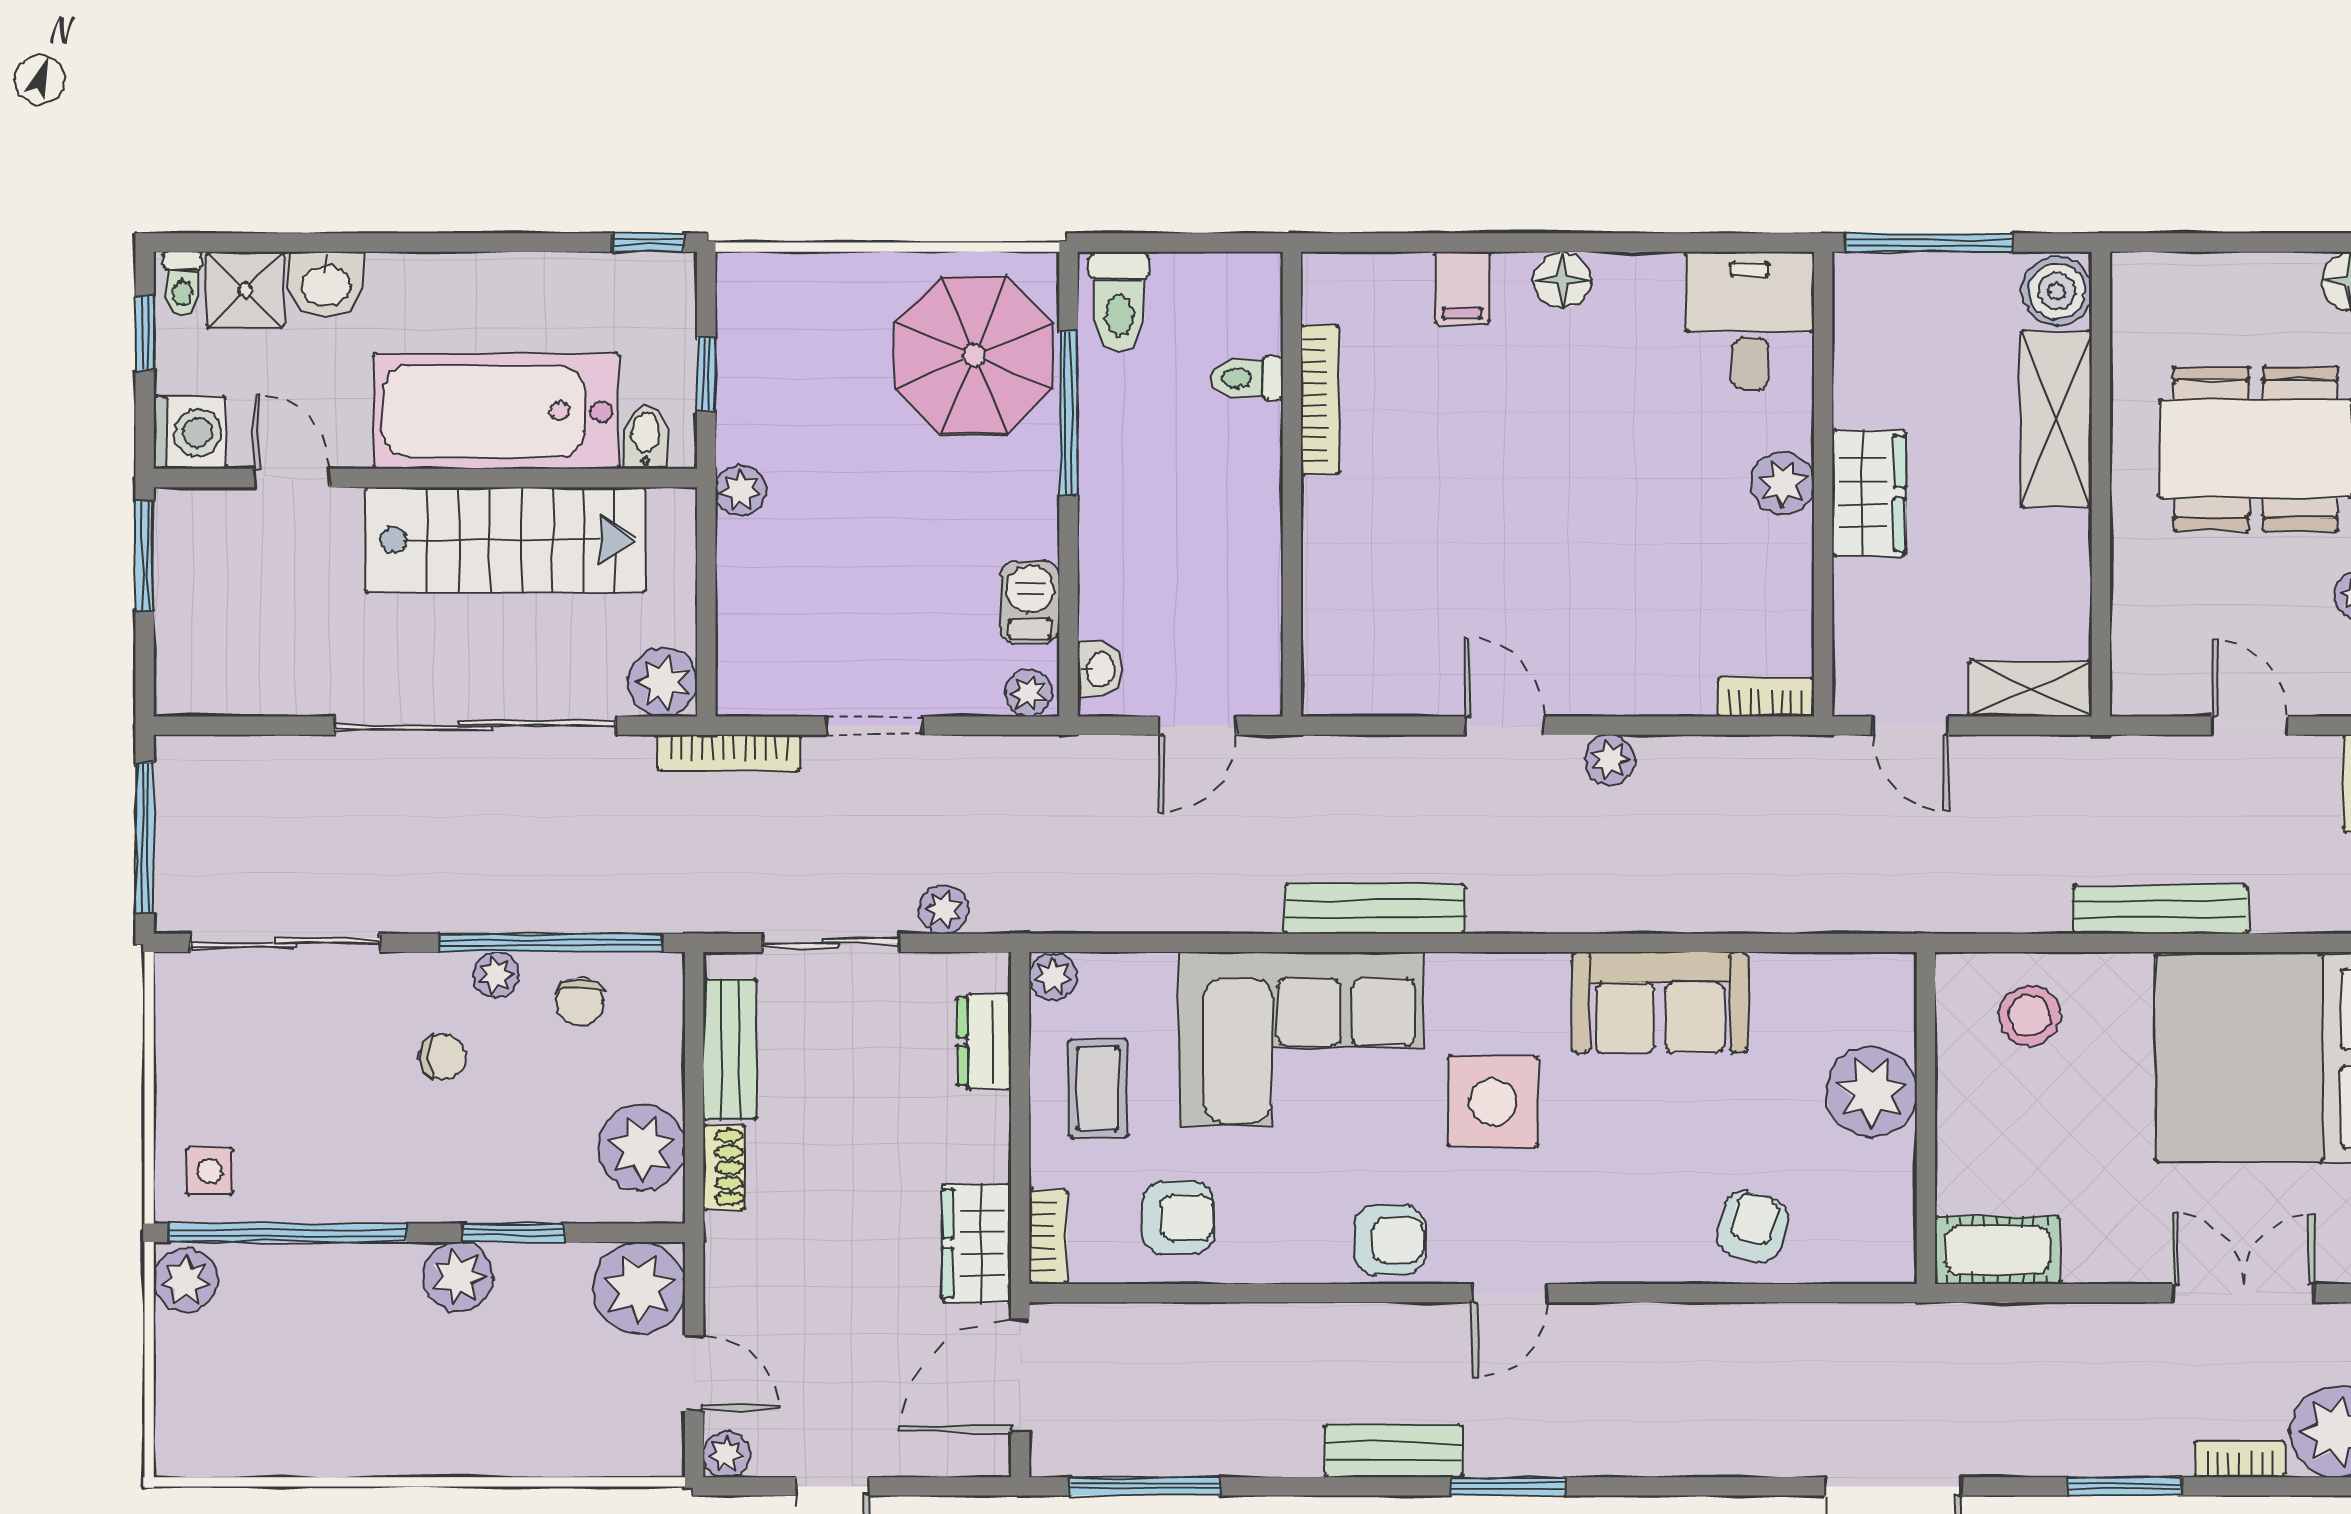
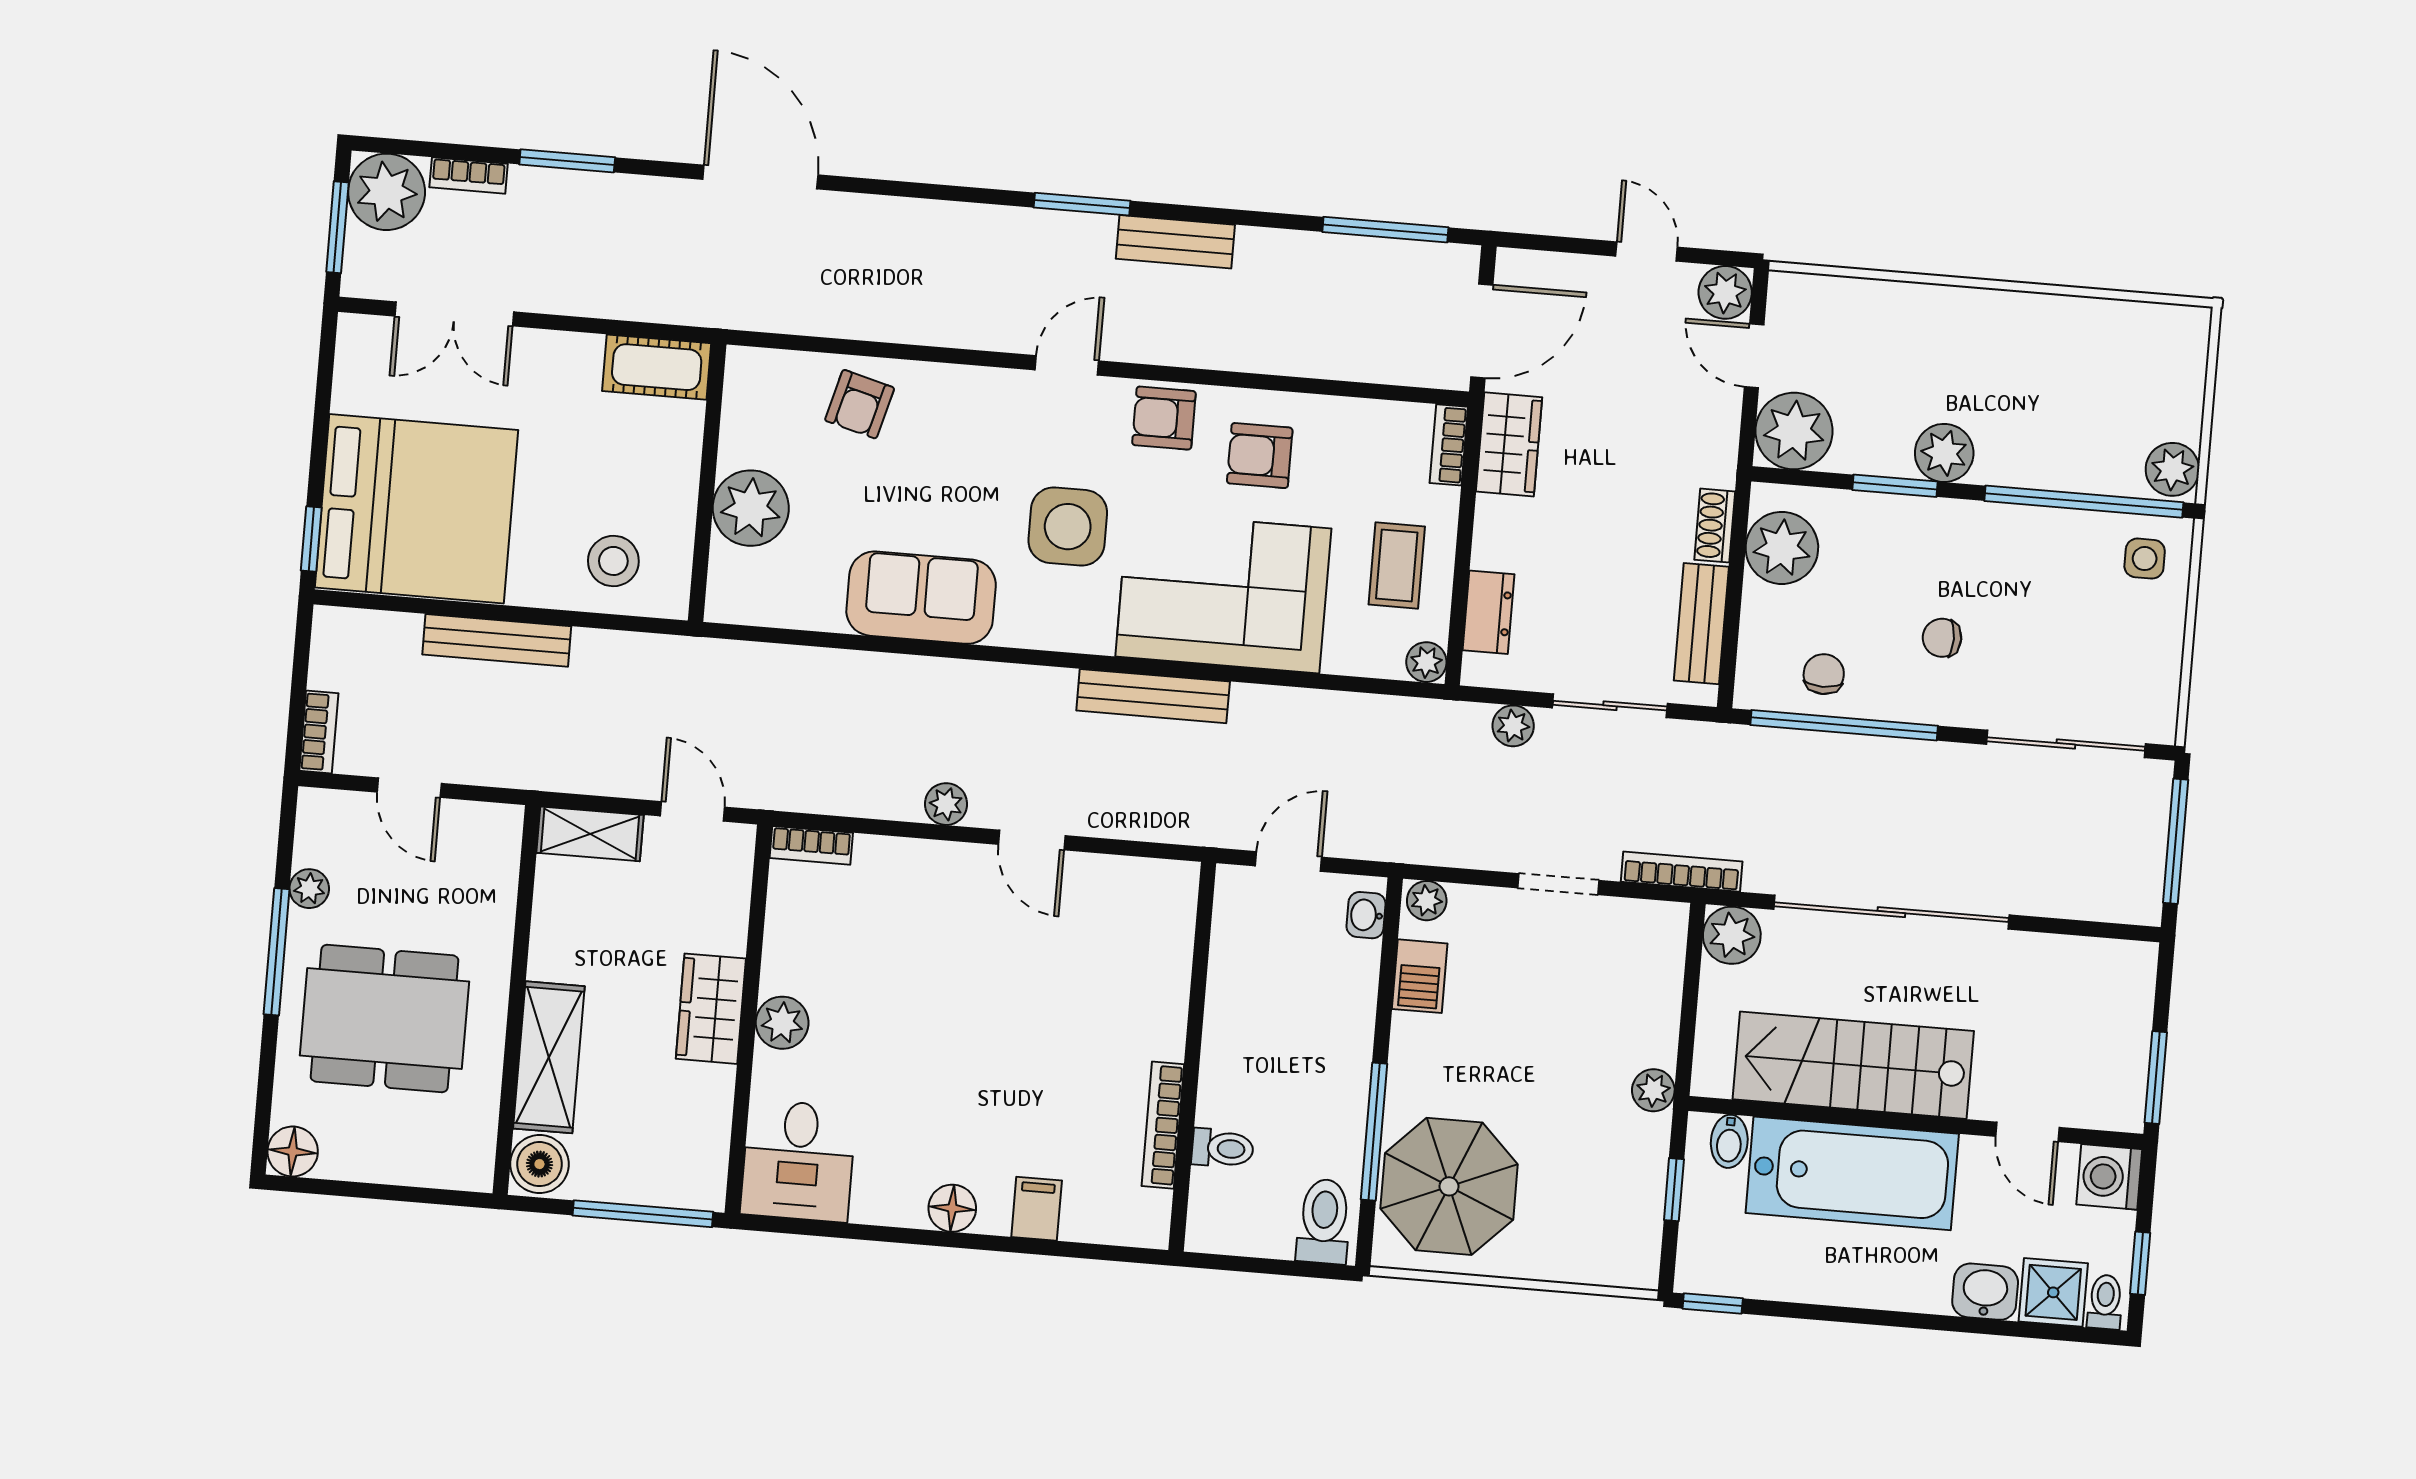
plant: (496, 975) -> (1892, 702), removed
armchair: (1178, 1218) -> (1260, 456), moved
plant: (726, 1454) -> (1725, 292), width x1.38, depth x1.38

